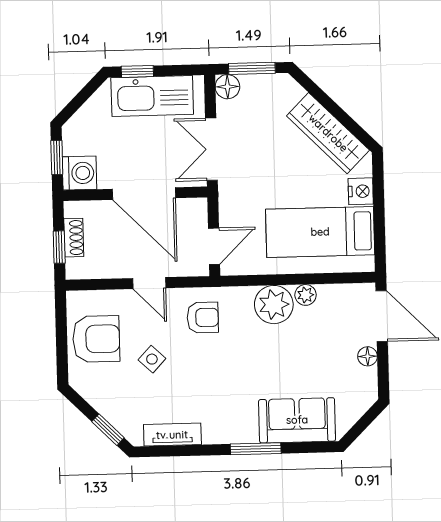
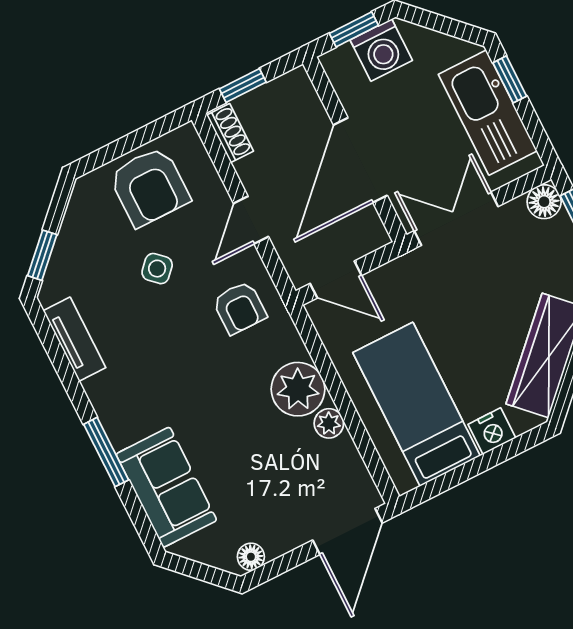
washing machine: (79, 173) -> (381, 50), moved
shoe rack: (74, 238) -> (230, 133), moved, turned -90
floor lamp: (368, 356) -> (251, 557), moved

